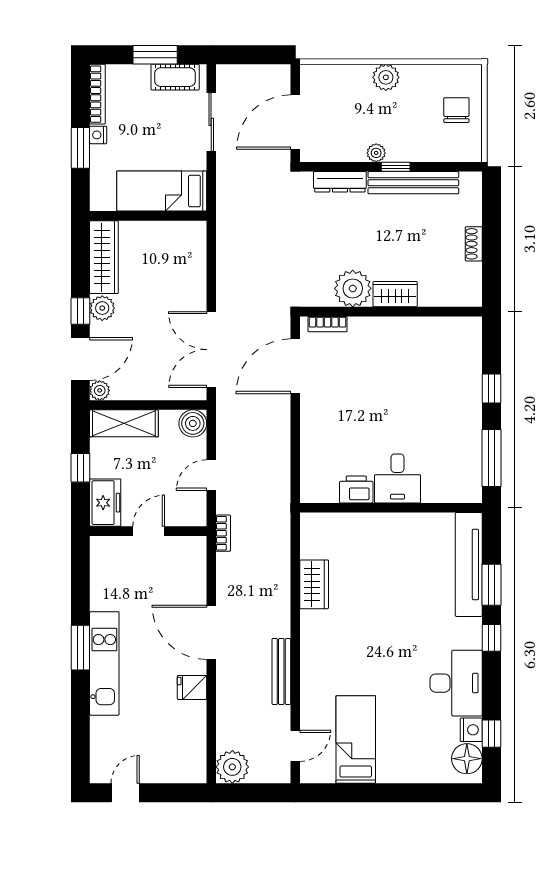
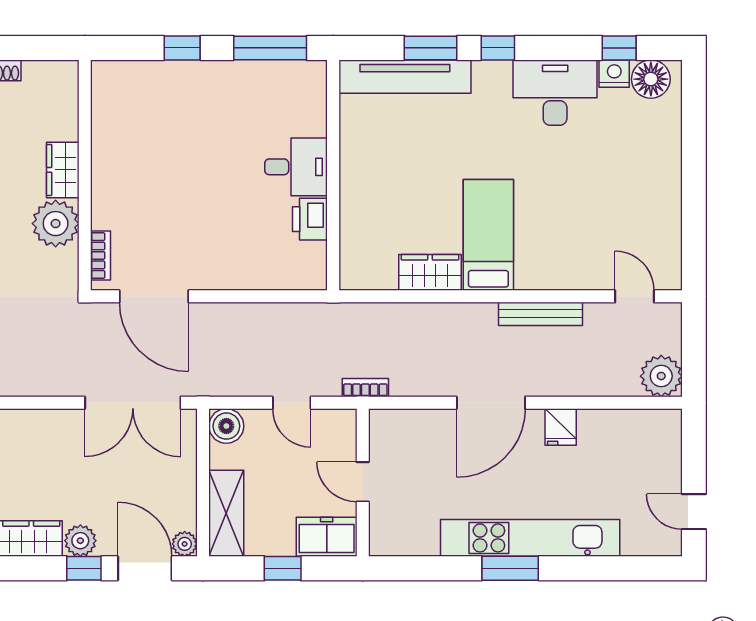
kitchen unit: (104, 663) -> (530, 538), width x1.36
bed: (356, 740) -> (488, 235), moved, turned 90

